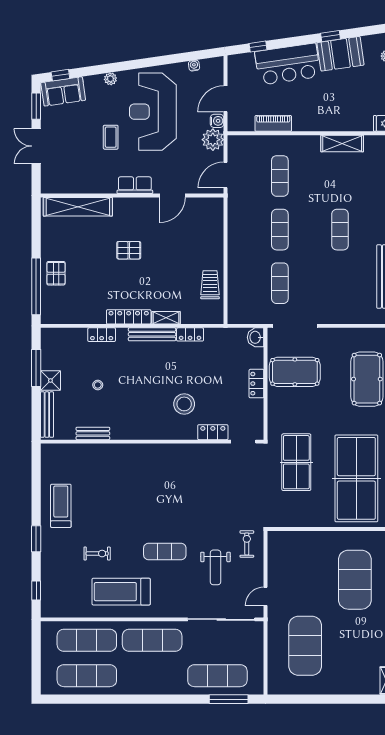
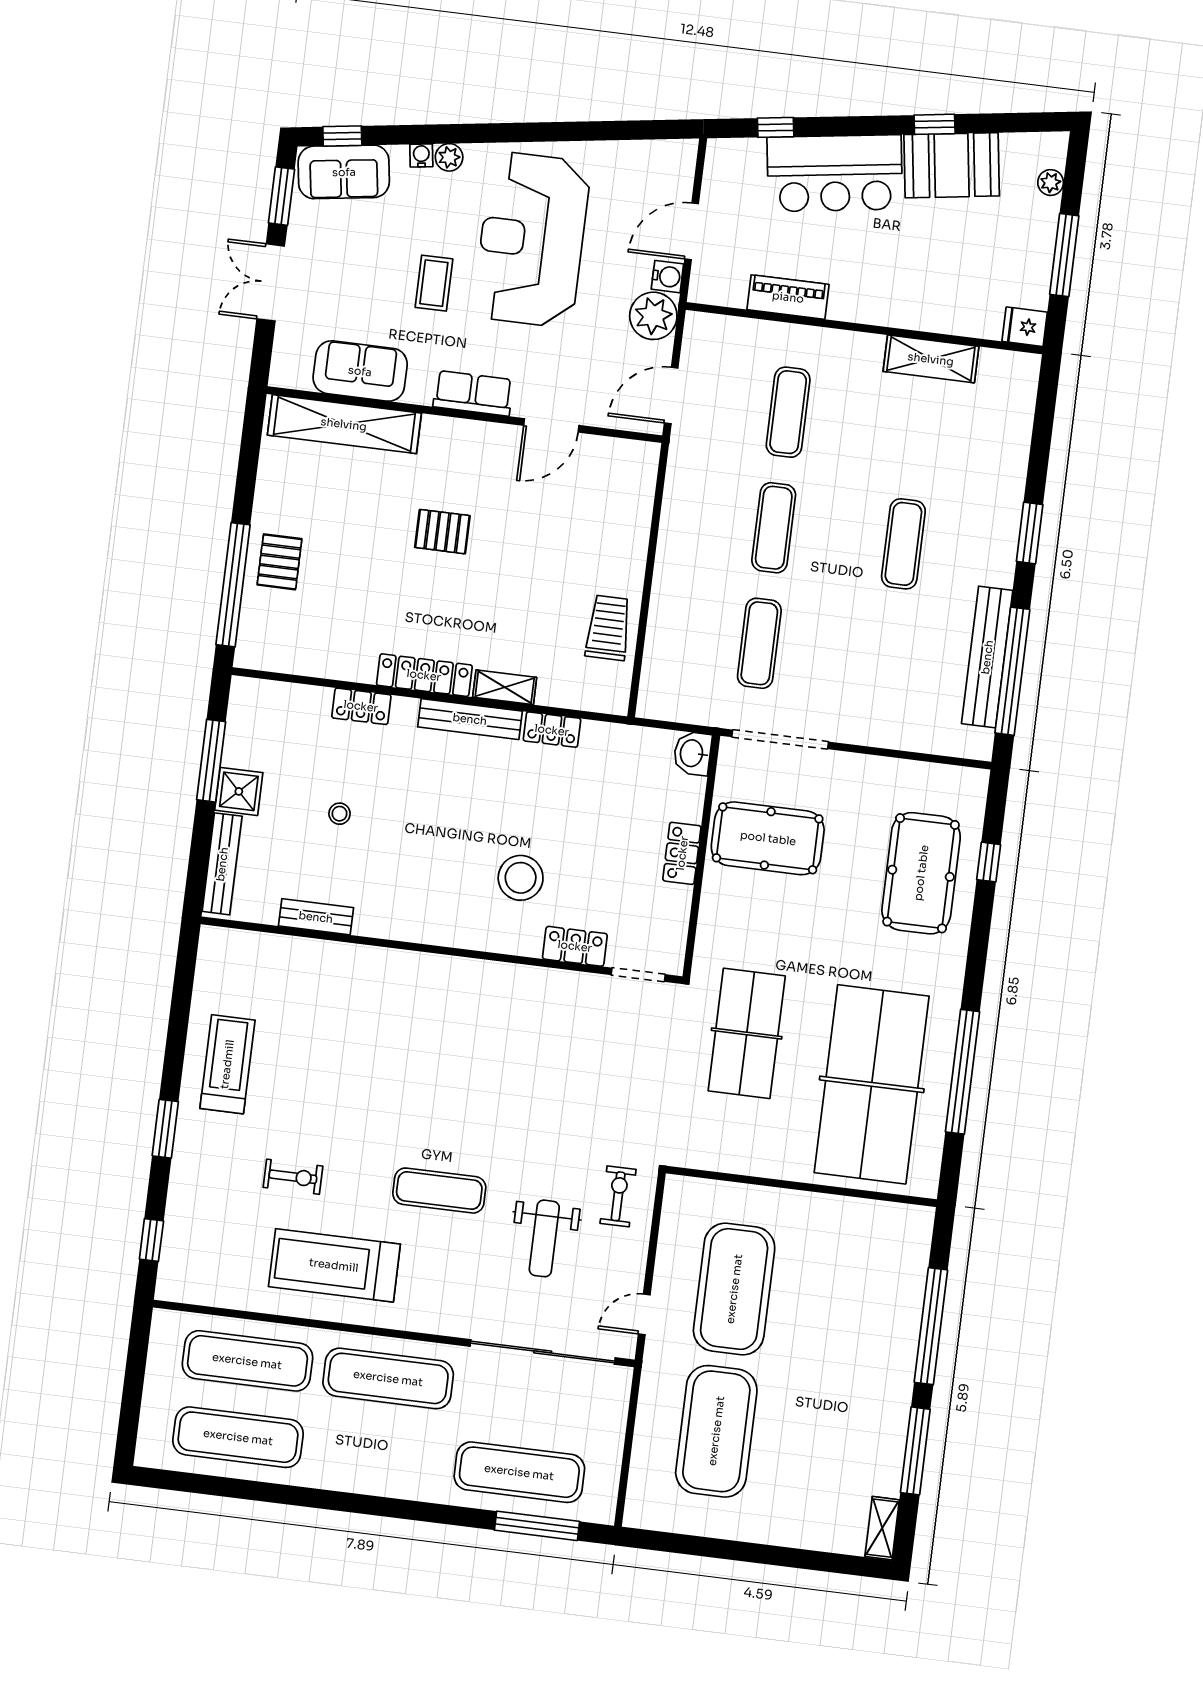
water cooler: (194, 66) -> (421, 155), moved
sofa: (82, 181) -> (360, 371), added
exercise mat: (355, 580) -> (734, 1289), moved

